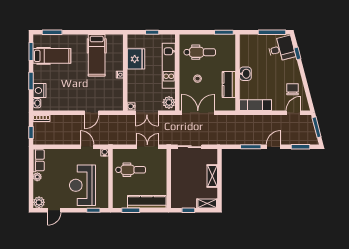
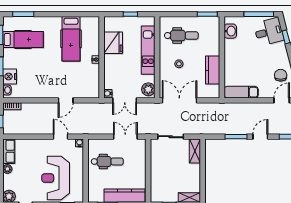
washbasin: (245, 74) -> (230, 31), moved
shelving: (212, 176) -> (195, 151), moved

